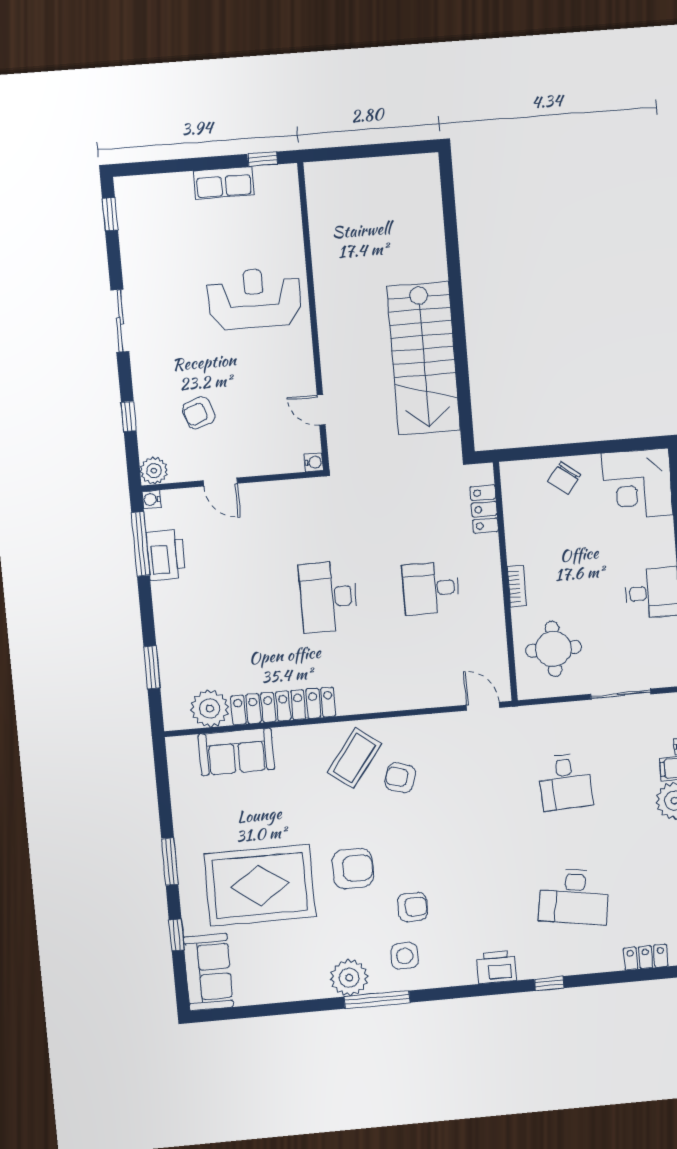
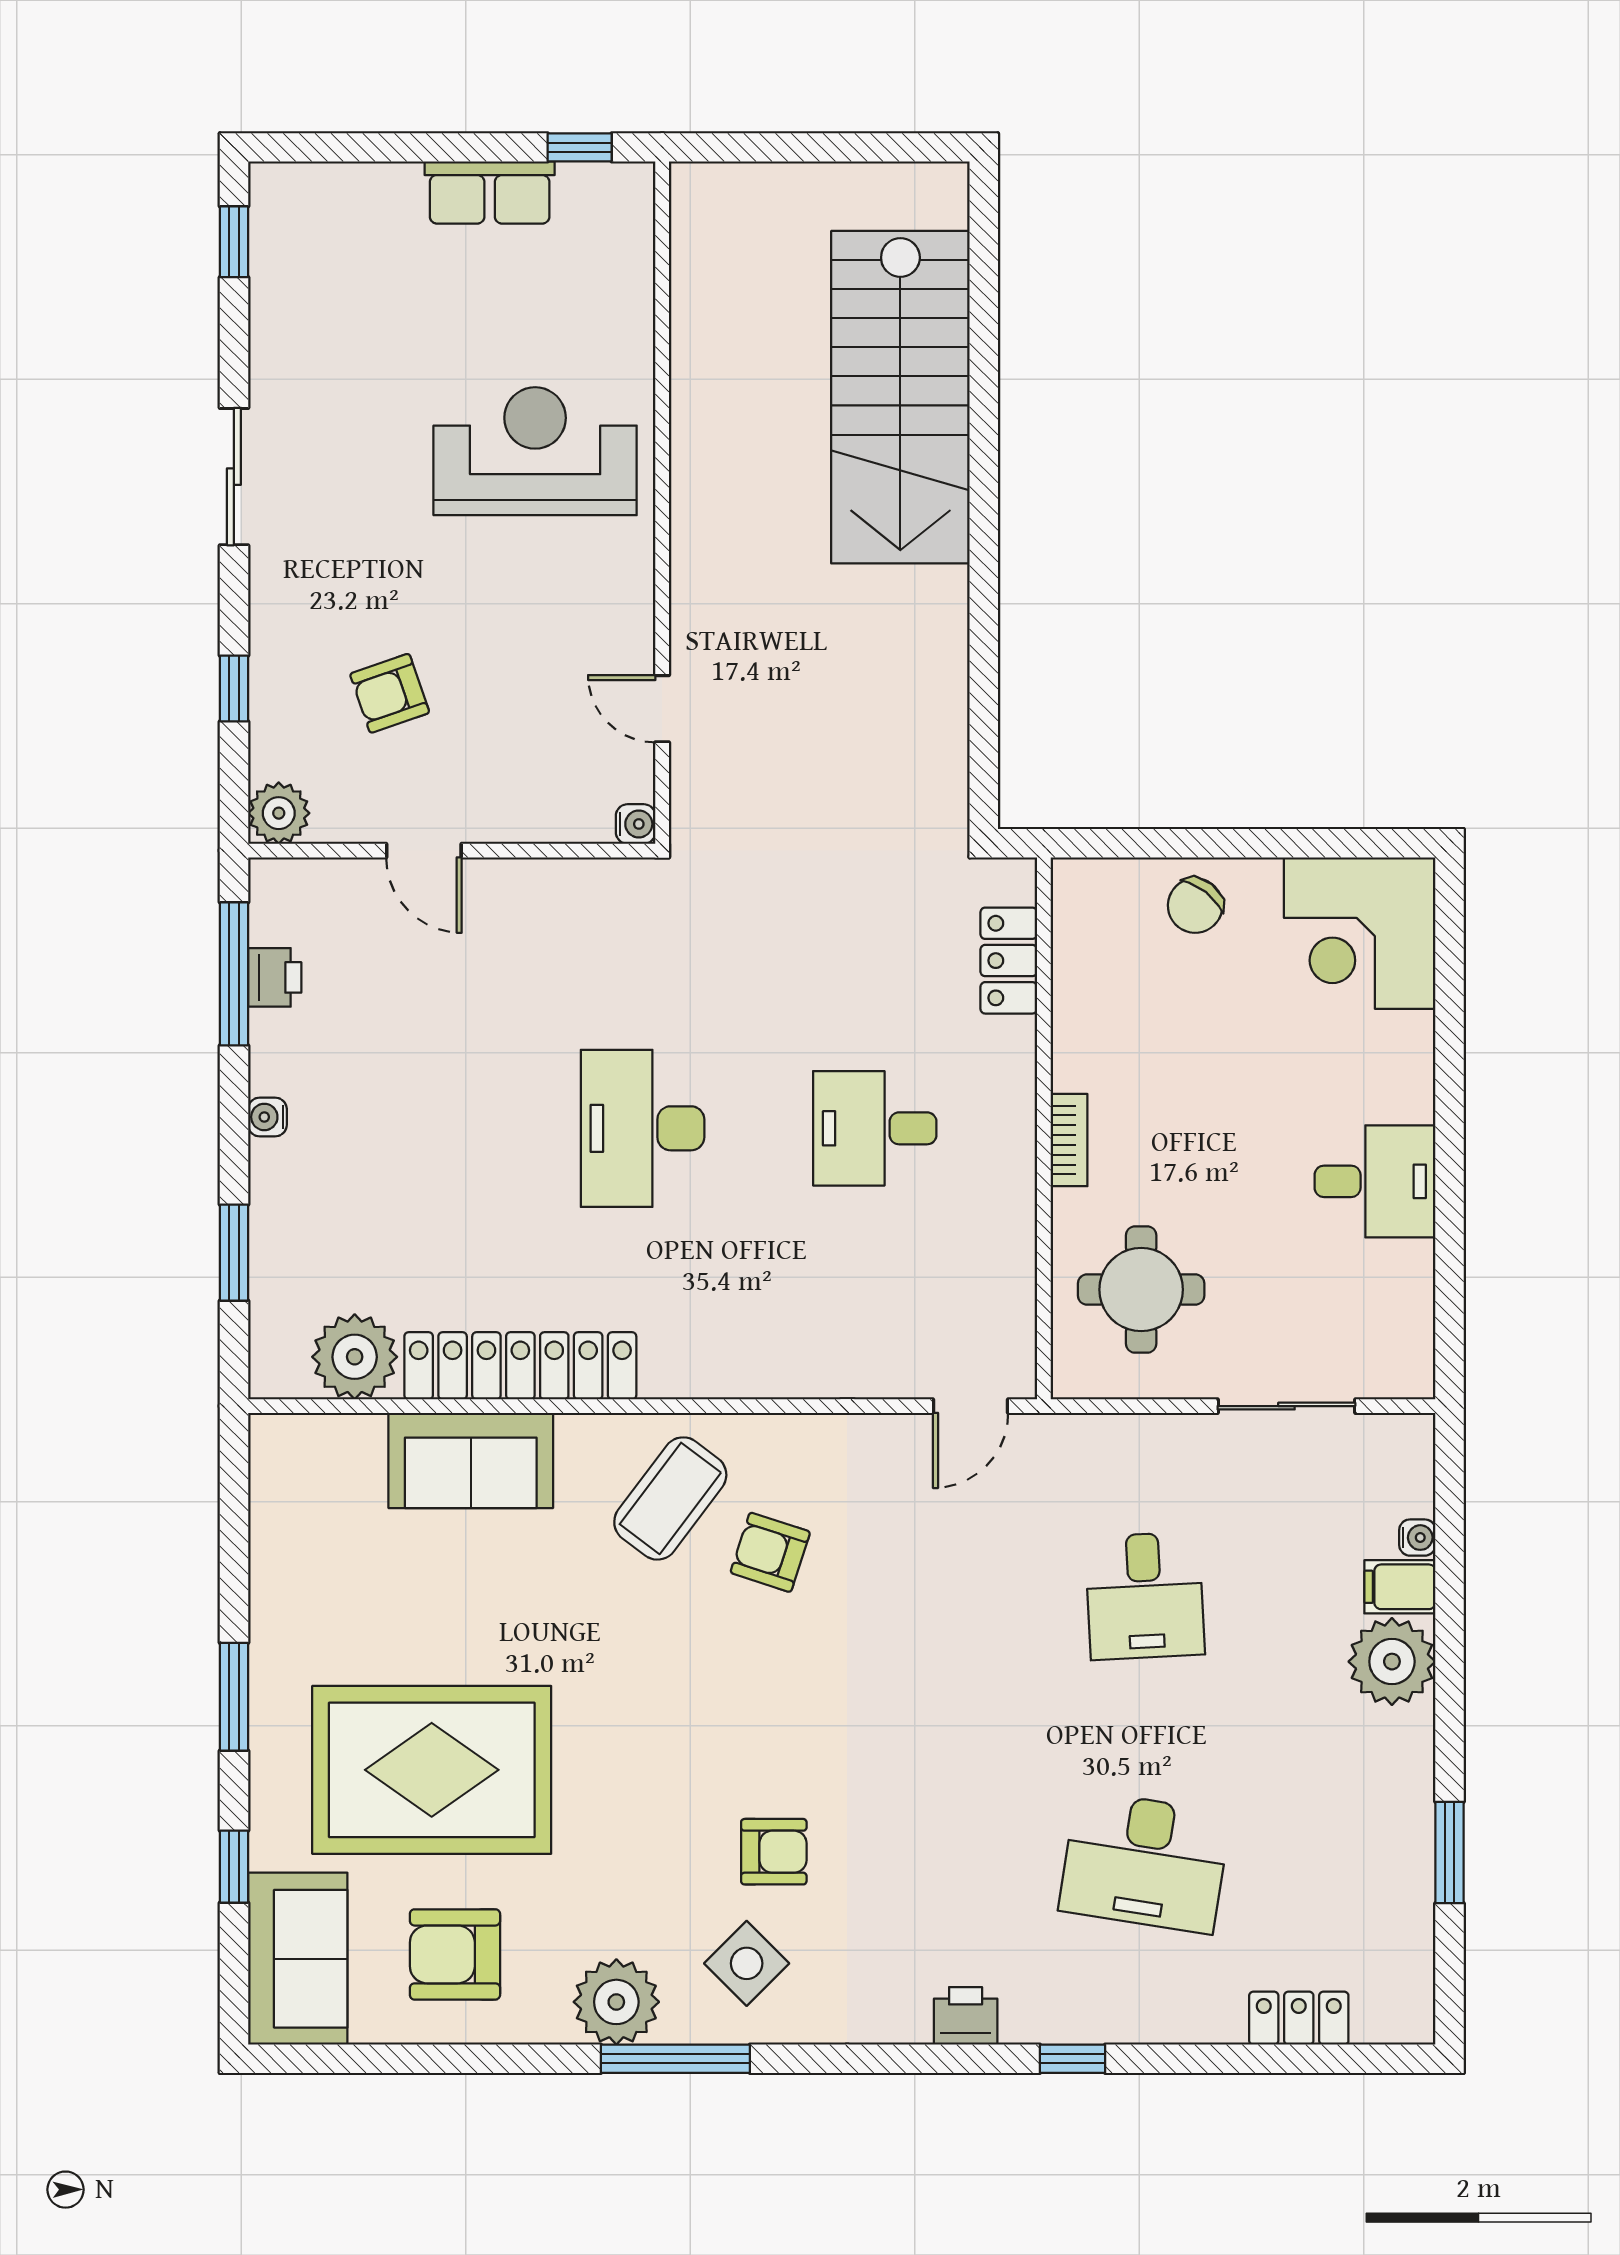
stairs: (424, 358) -> (900, 397), moved
water cooler: (151, 499) -> (267, 1117), moved
printer: (166, 555) -> (275, 977), width x0.53, depth x0.68
door: (483, 706) -> (971, 1406), swing flipped
sofa: (236, 752) -> (471, 1460), moved
armchair: (353, 869) -> (455, 1954), moved, turned 180
side table: (405, 956) -> (747, 1963), turned 45
printer: (496, 967) -> (966, 2016), width x0.73, depth x0.81

